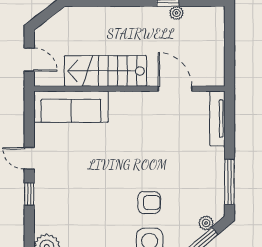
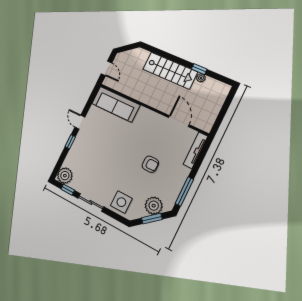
stairs: (105, 71) -> (170, 71), moved, turned 180
armchair: (149, 203) -> (150, 164), moved
plant: (206, 223) -> (154, 206), width x1.88, depth x1.88

